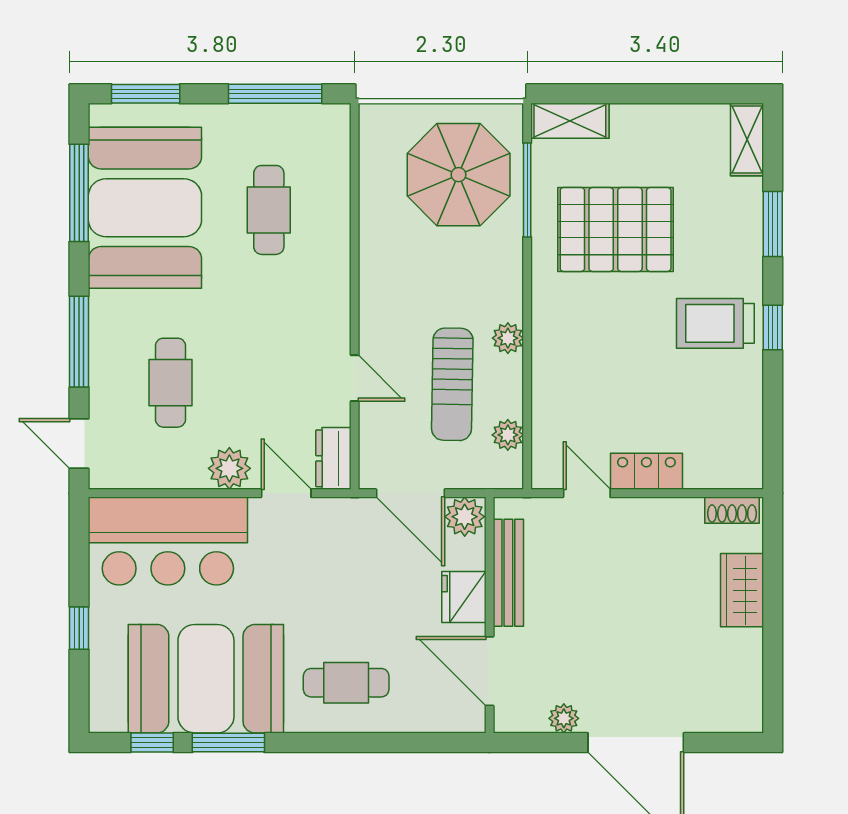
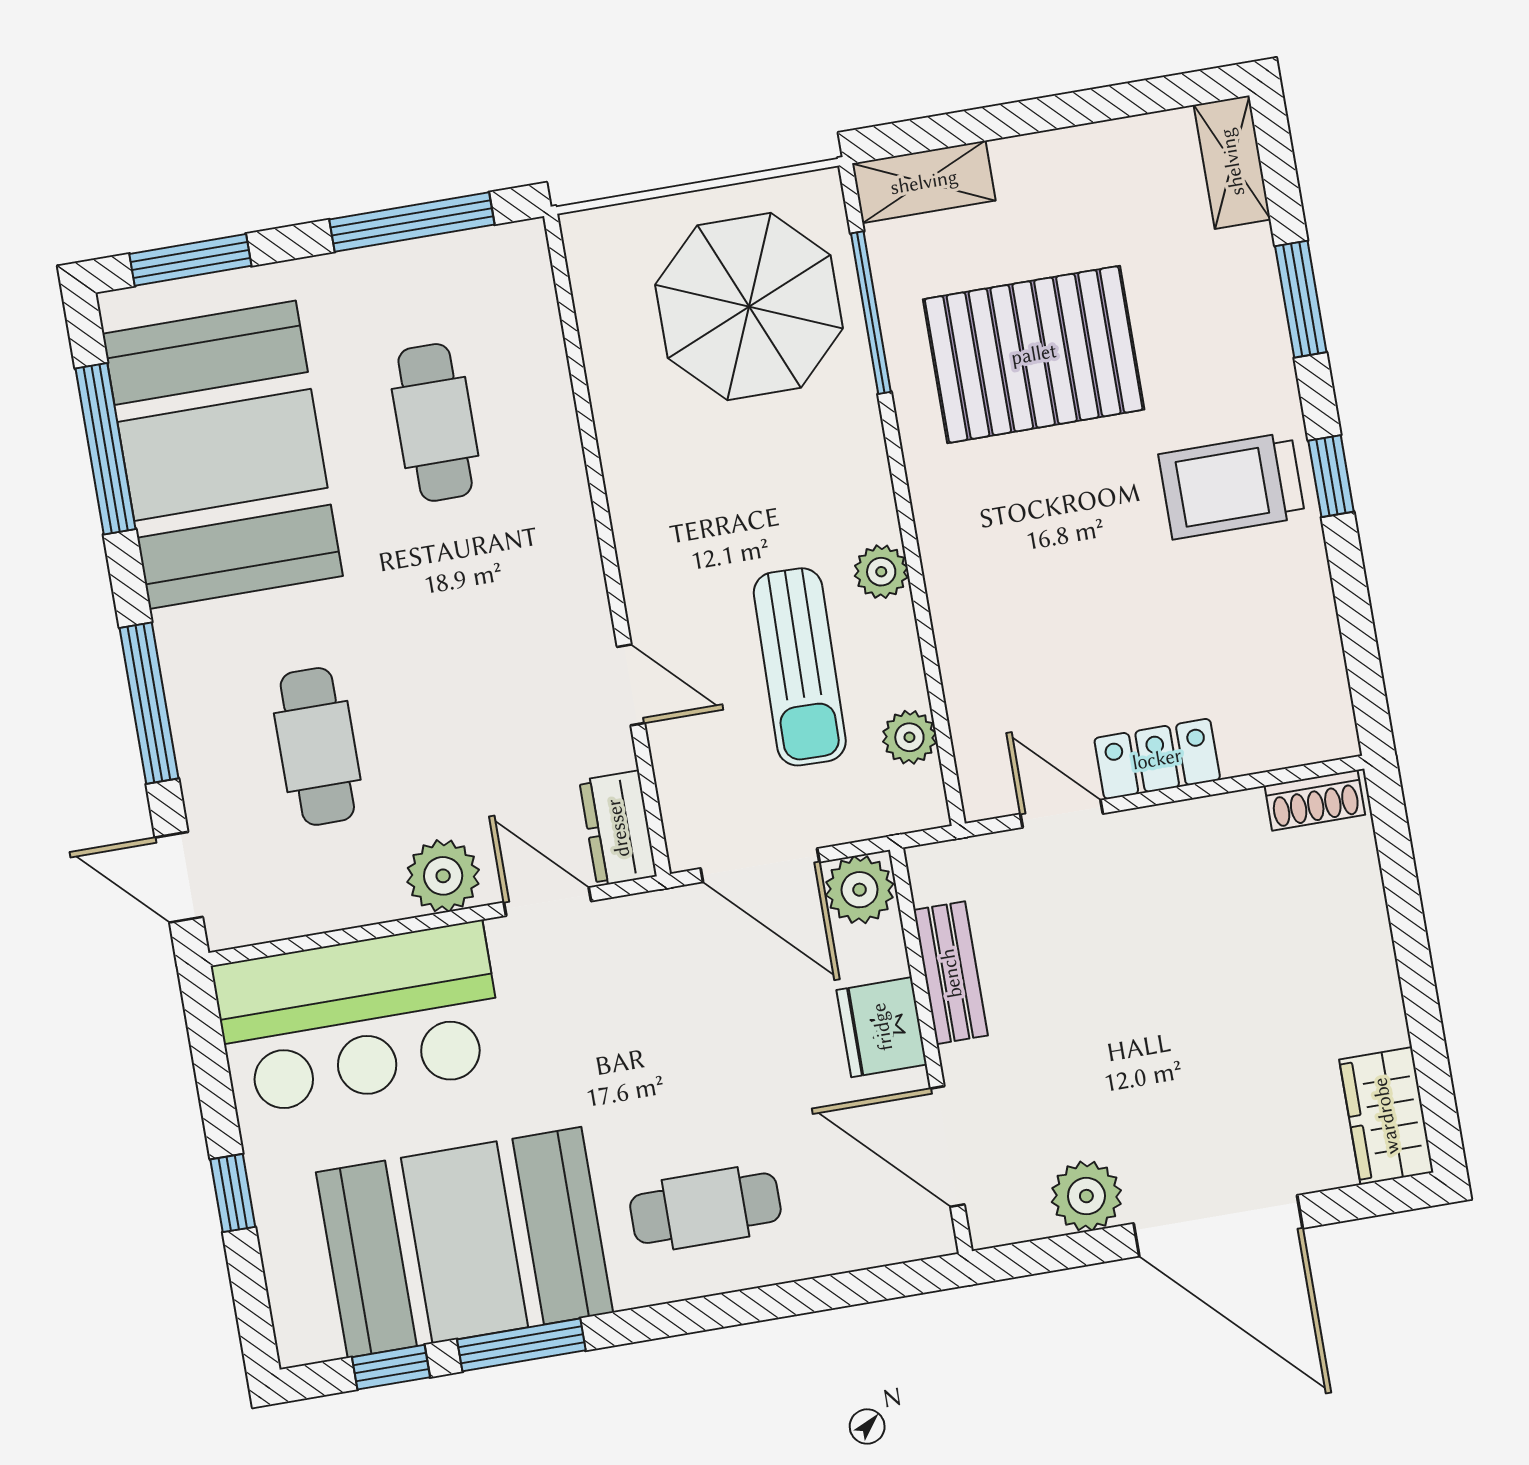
bench: (508, 573) -> (951, 973), width x0.73
wardrobe: (742, 590) -> (1386, 1116), moved
plant: (564, 718) -> (1086, 1196), width x1.38, depth x1.38

